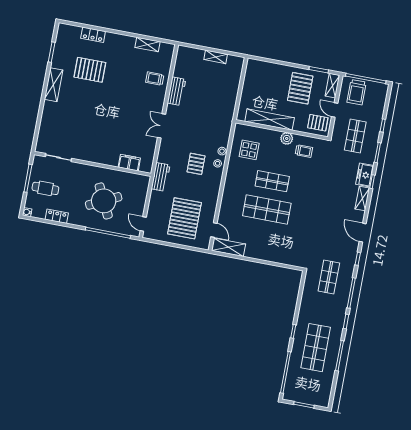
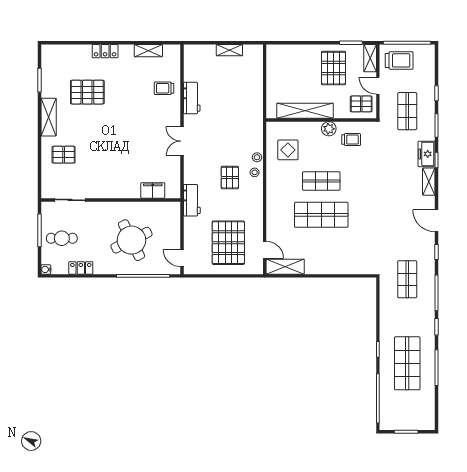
locker: (93, 35) -> (105, 51), moved
trolley: (356, 92) -> (399, 60), turned -90
pallet: (60, 119) -> (64, 155), added

